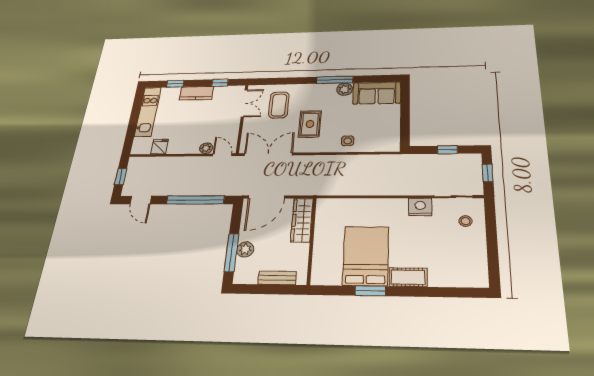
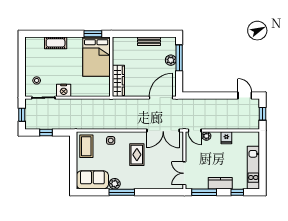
window: (220, 83) -> (204, 192), width x2.17
coffee table: (279, 105) -> (86, 146), moved
fridge: (160, 147) -> (226, 138), moved
window: (195, 200) -> (208, 96), removed
wardrobe: (302, 220) -> (118, 81), moved
wall: (312, 240) -> (111, 67), moved
cot: (408, 277) -> (56, 43), moved

